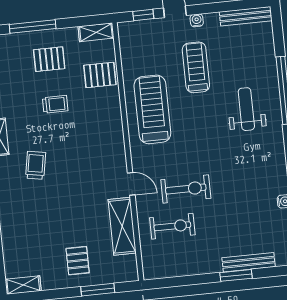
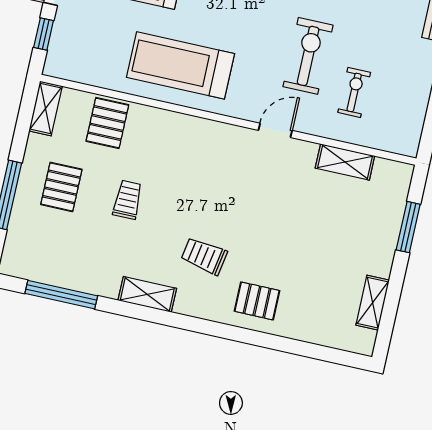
shelving: (122, 226) -> (345, 162), width x0.67, depth x0.75
exercise bike: (172, 226) -> (354, 92), width x0.73, depth x0.72
pallet: (78, 261) -> (257, 301), moved
shelving: (23, 285) -> (373, 303), moved

